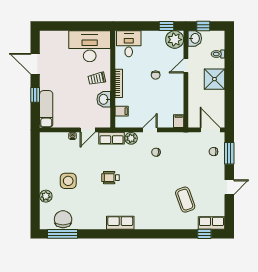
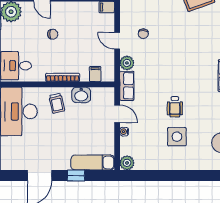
wheelchair: (110, 178) -> (175, 107), moved
plant: (46, 196) -> (127, 163), moved

